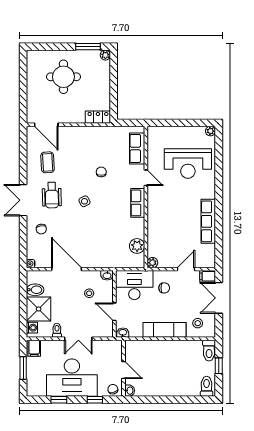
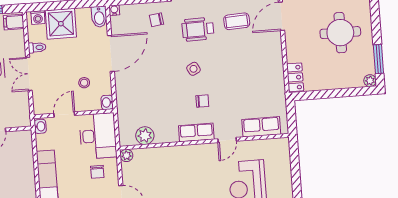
chair: (101, 172) -> (202, 101), moved
bidet: (35, 290) -> (99, 17), moved

